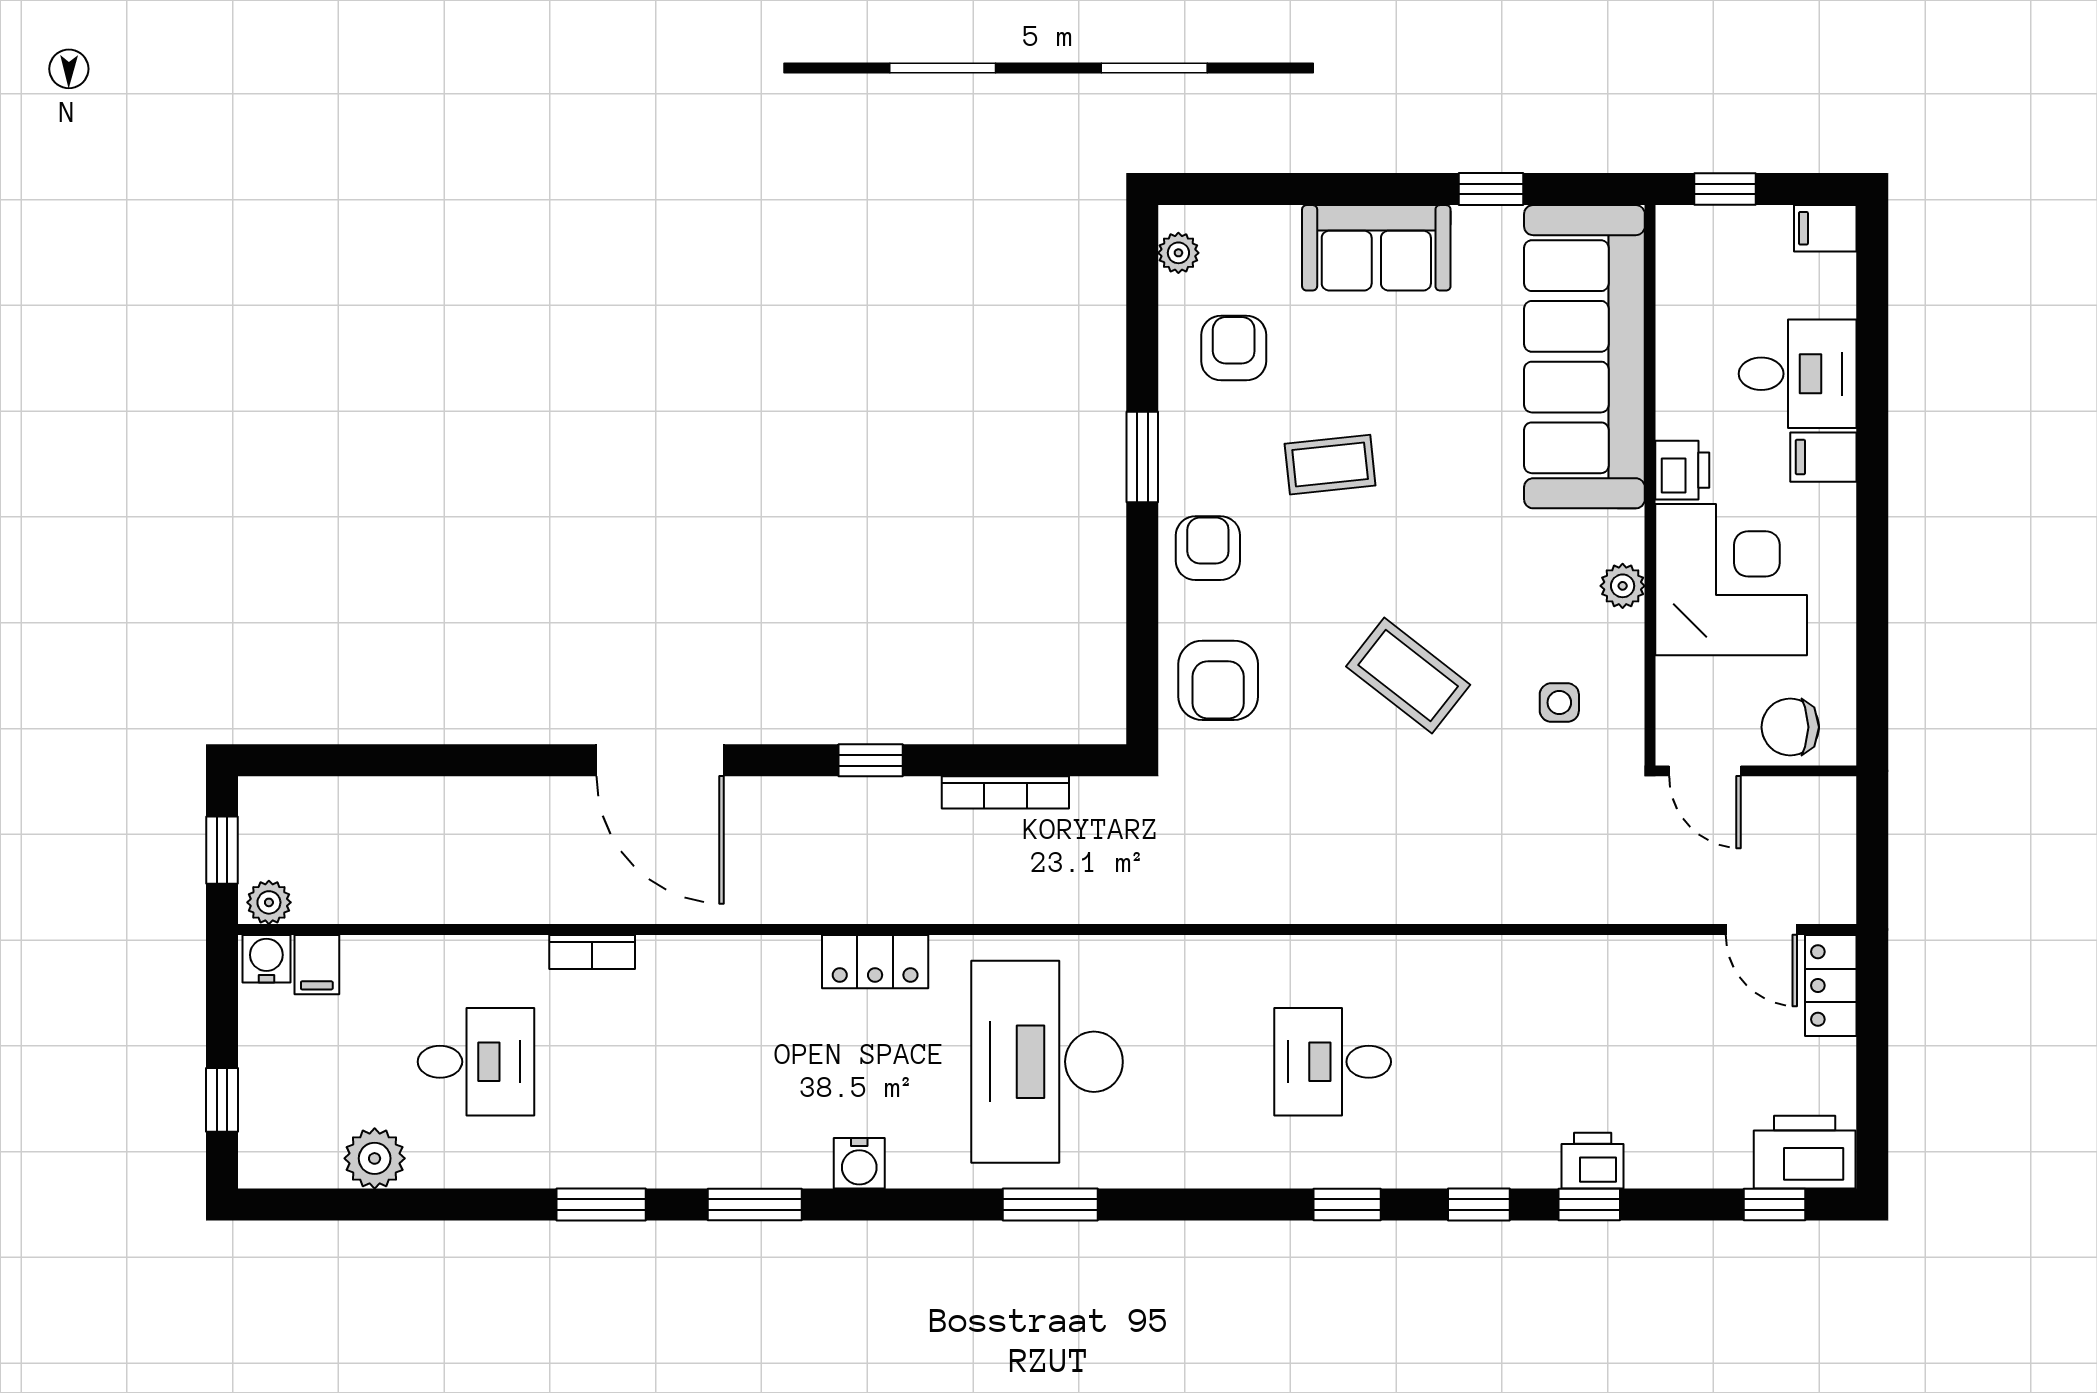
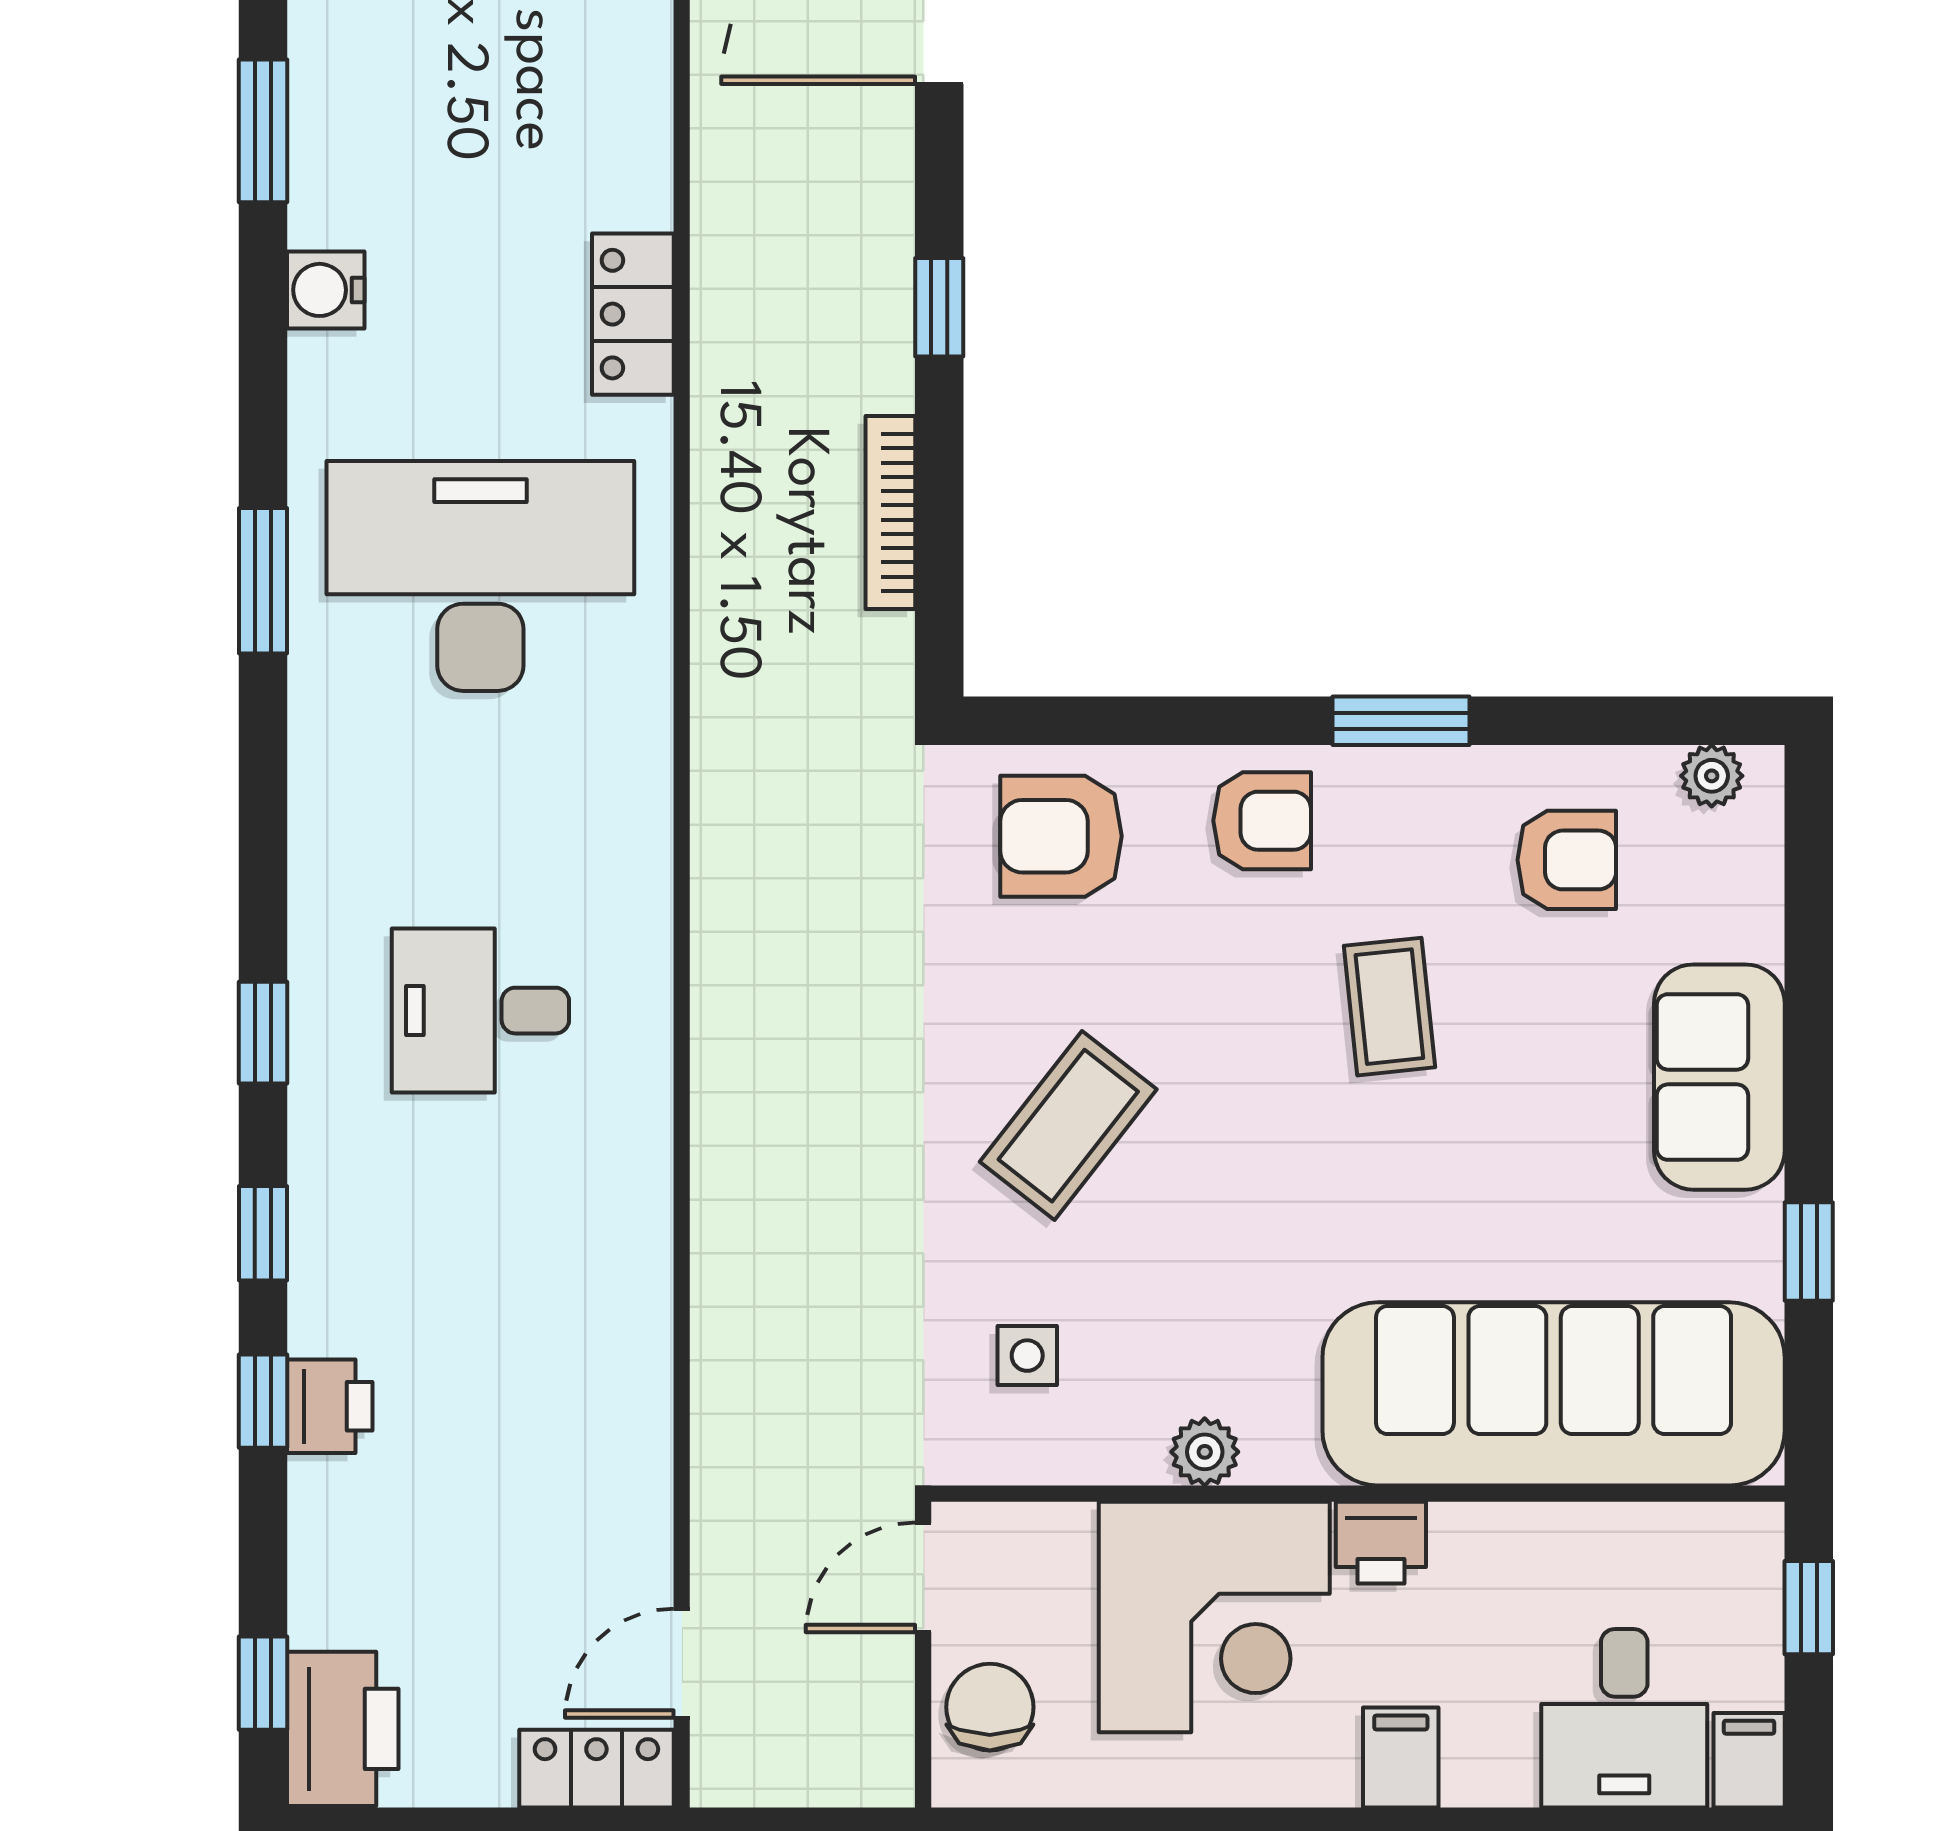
desk: (1798, 374) -> (1624, 1718), moved
desk: (1333, 1062) -> (480, 1011), turned -90

